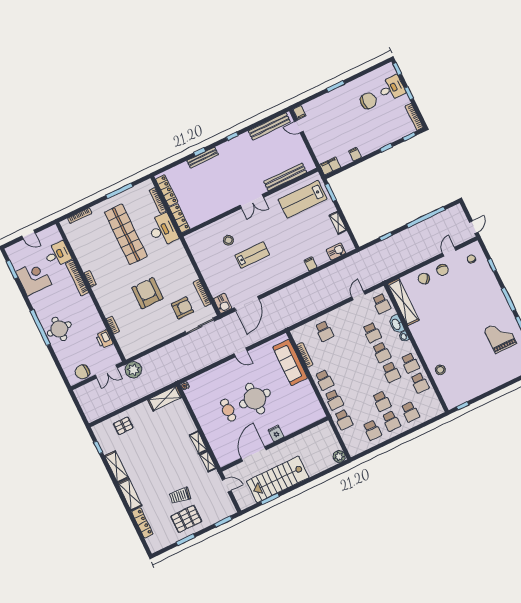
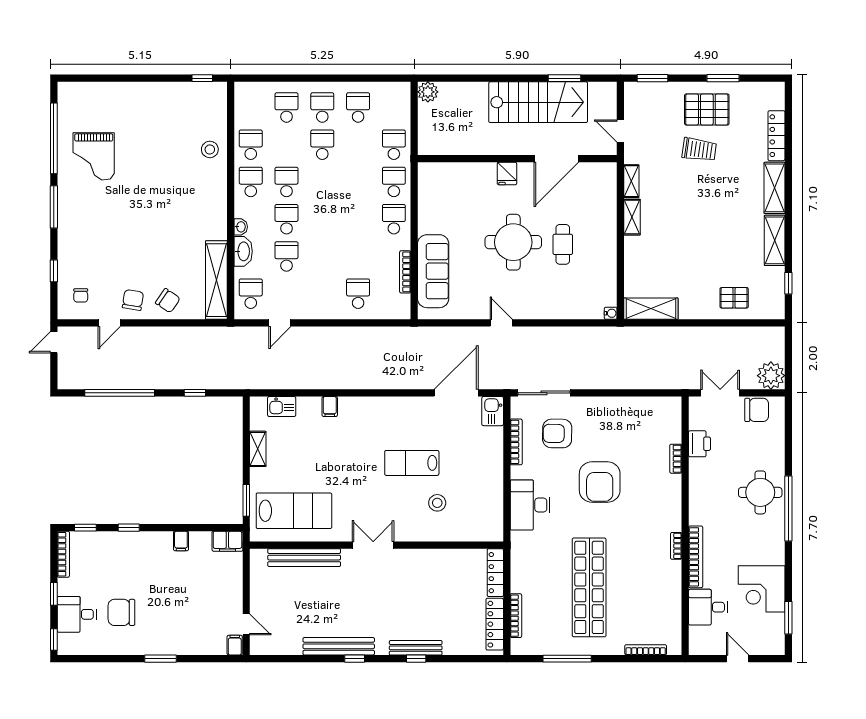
bench: (269, 126) -> (339, 646), moved
desk: (163, 230) -> (530, 505), moved
plant: (133, 370) -> (771, 376), moved

